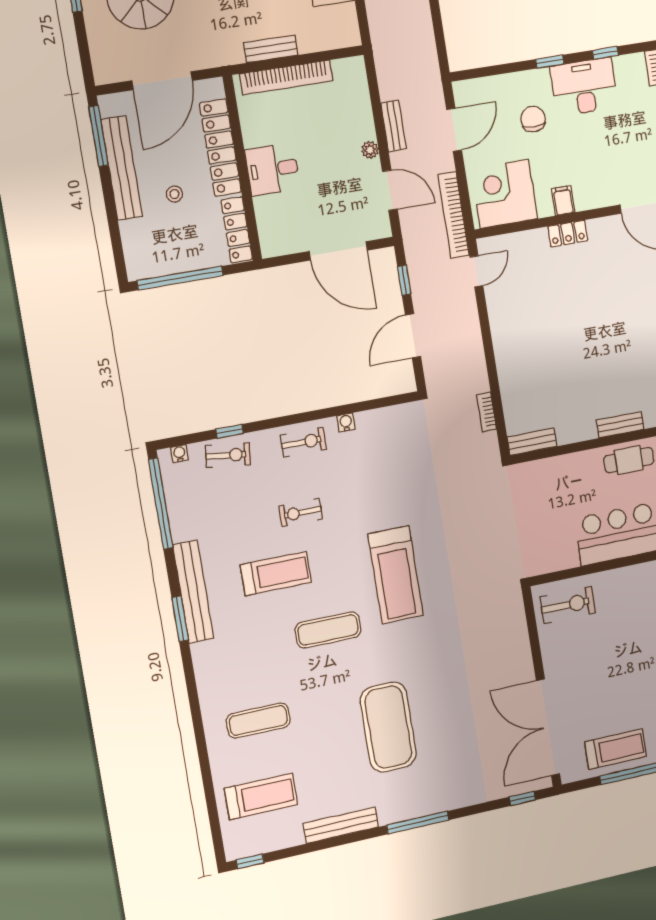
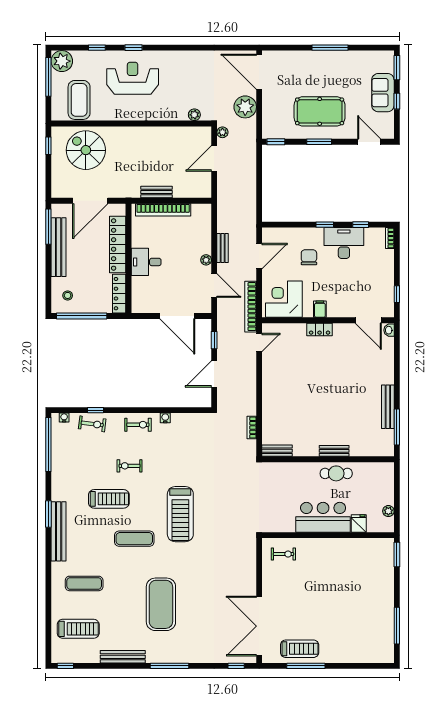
stool: (174, 194) -> (68, 295), moved
bench: (193, 592) -> (59, 531), moved
exercise bike: (568, 605) -> (283, 554), width x0.73, depth x0.72

